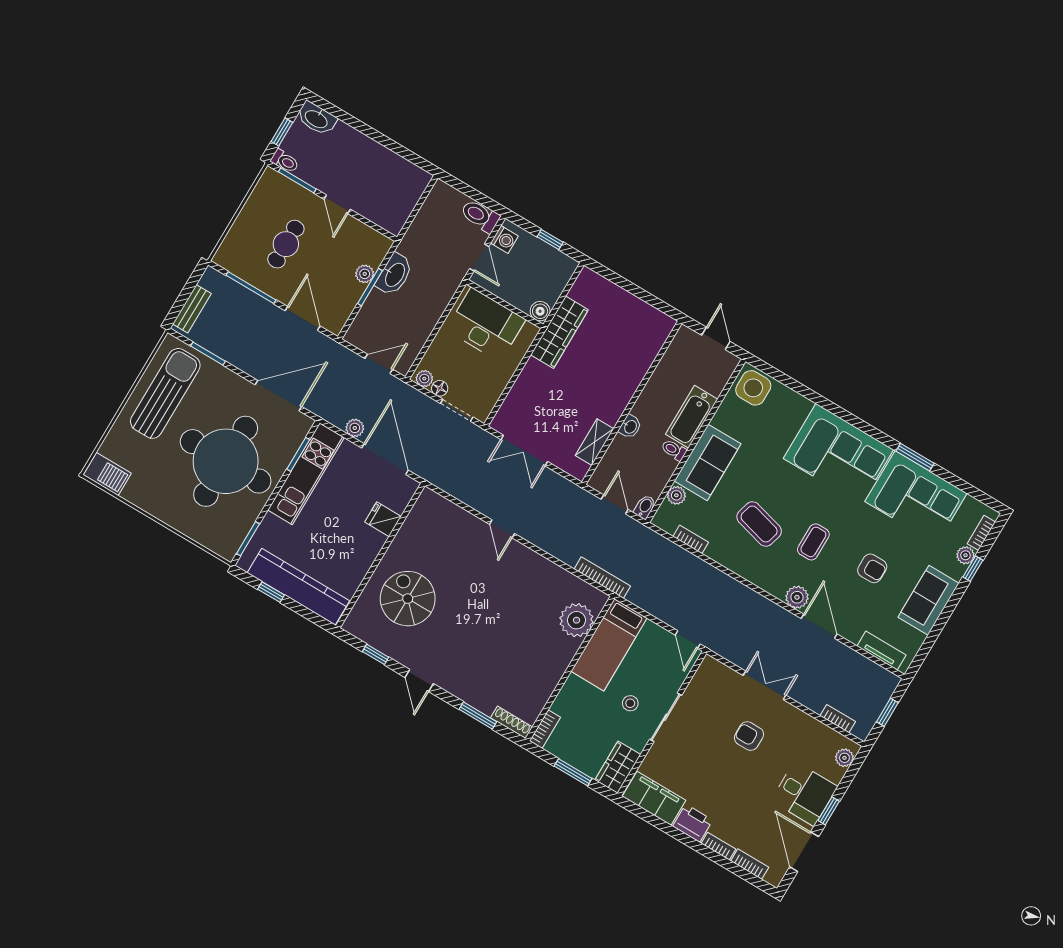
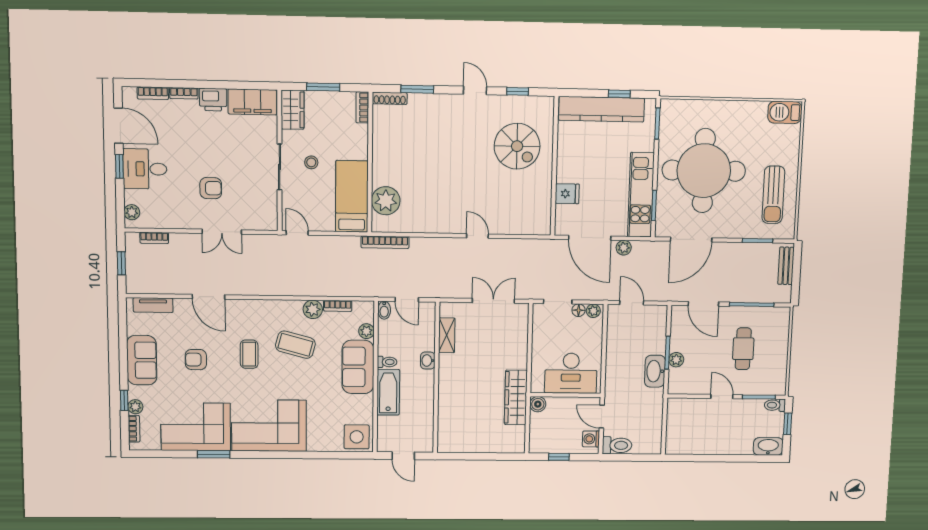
door: (379, 364) -> (632, 303), swing flipped
sun lounger: (165, 393) -> (773, 195), width x0.73, depth x0.75
plant: (797, 597) -> (313, 309), moved

